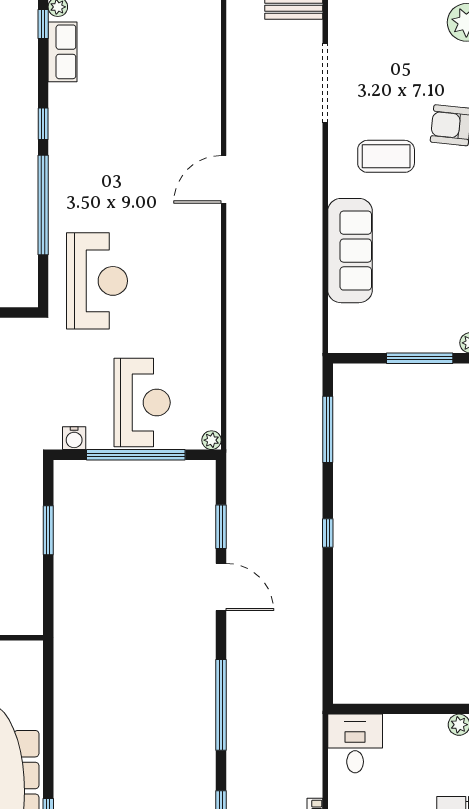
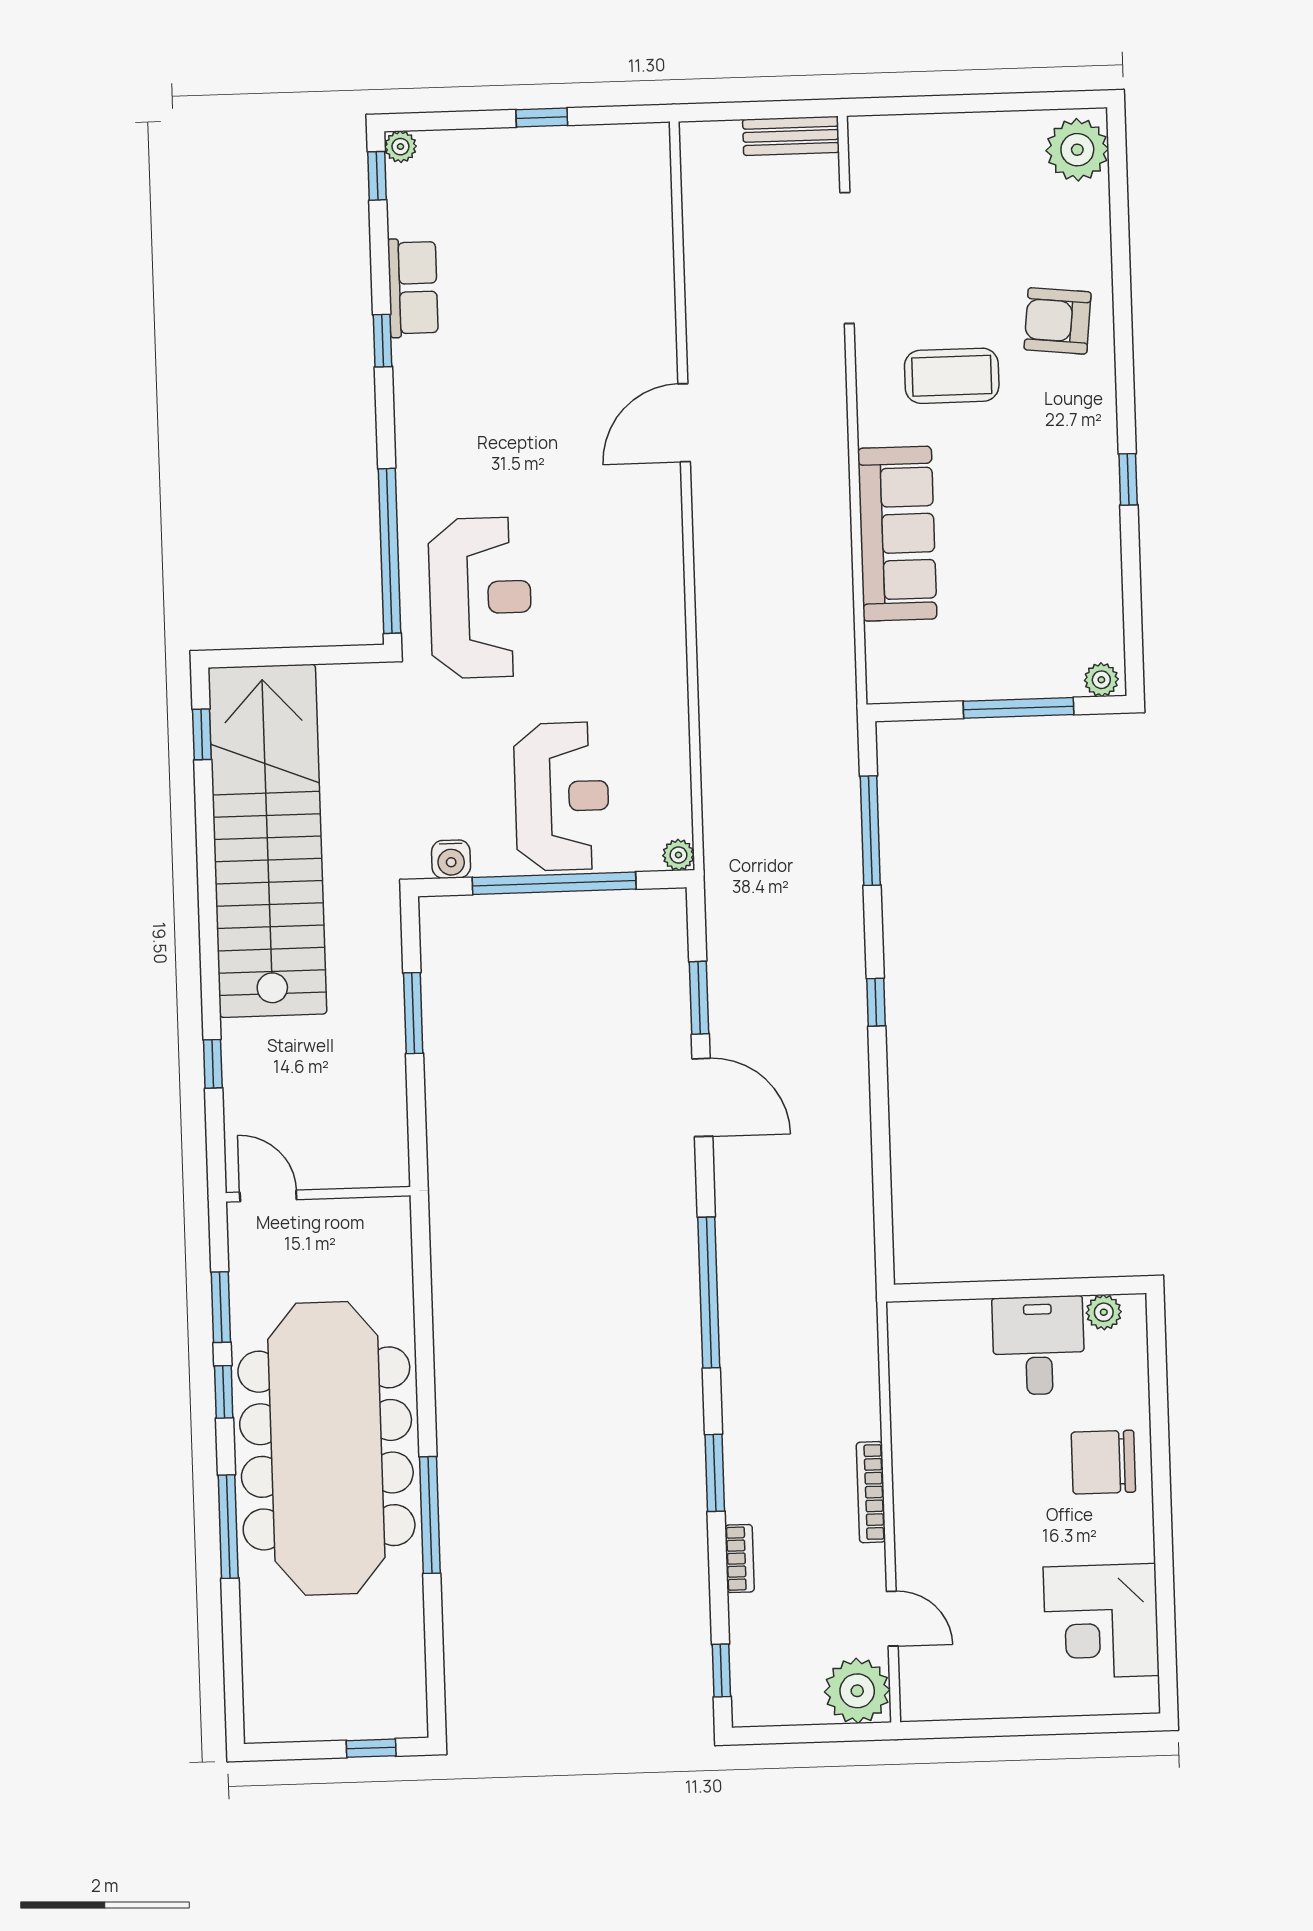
row of seats: (63, 52) -> (413, 288), moved
window: (43, 205) -> (389, 551), moved
desk: (355, 743) -> (1038, 1345), moved

